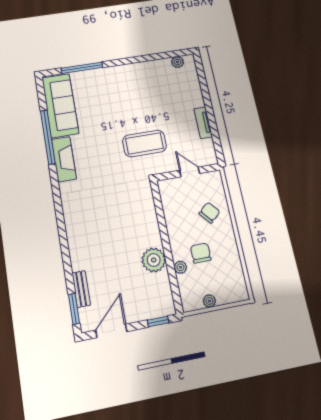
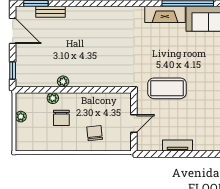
coffee table: (144, 143) -> (167, 88), turned 90
chair: (209, 213) -> (95, 133), turned -145
chair: (201, 253) -> (61, 118), turned 90
plant: (154, 260) -> (63, 81), width x0.53, depth x0.53

